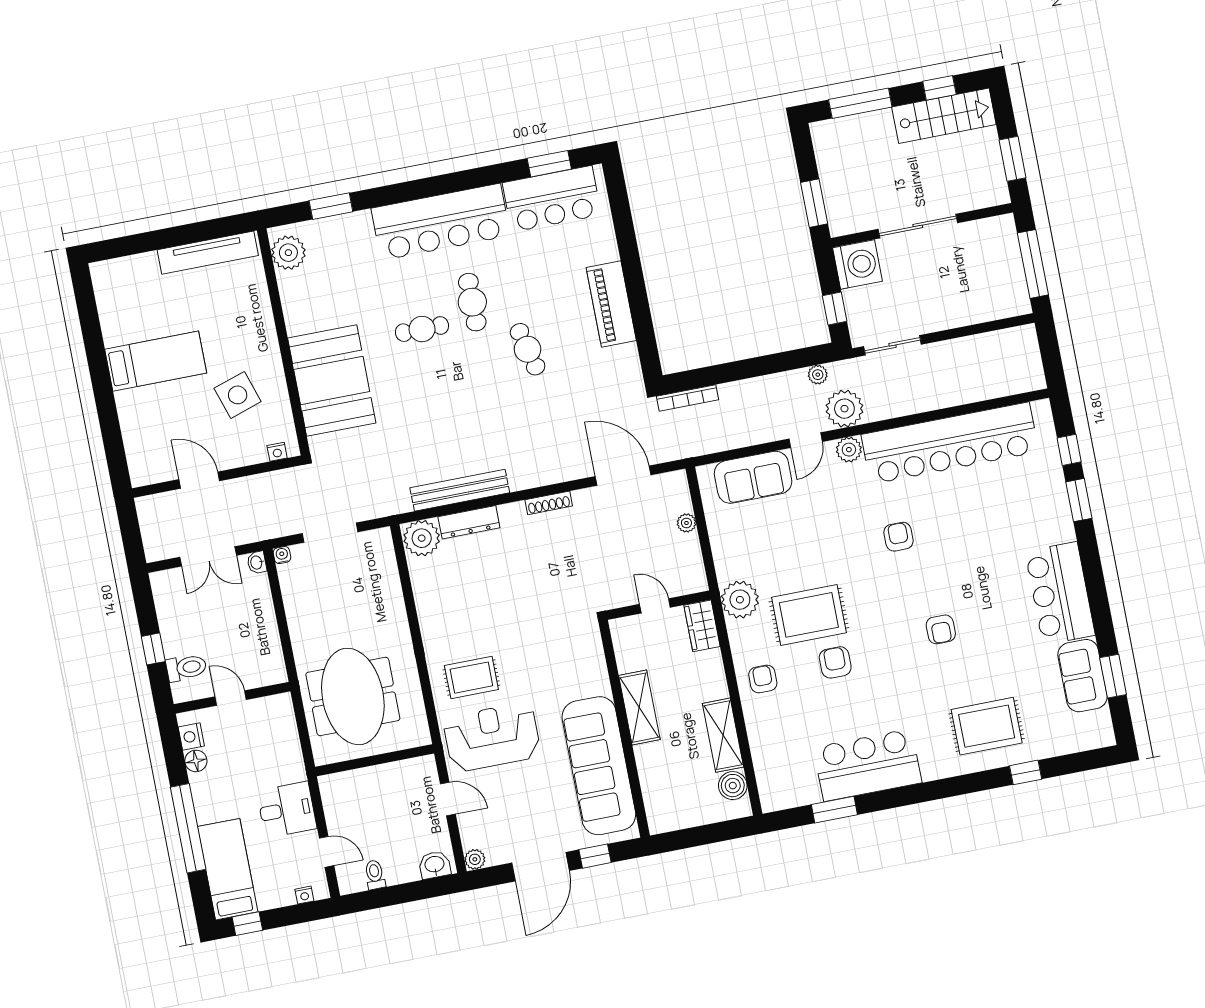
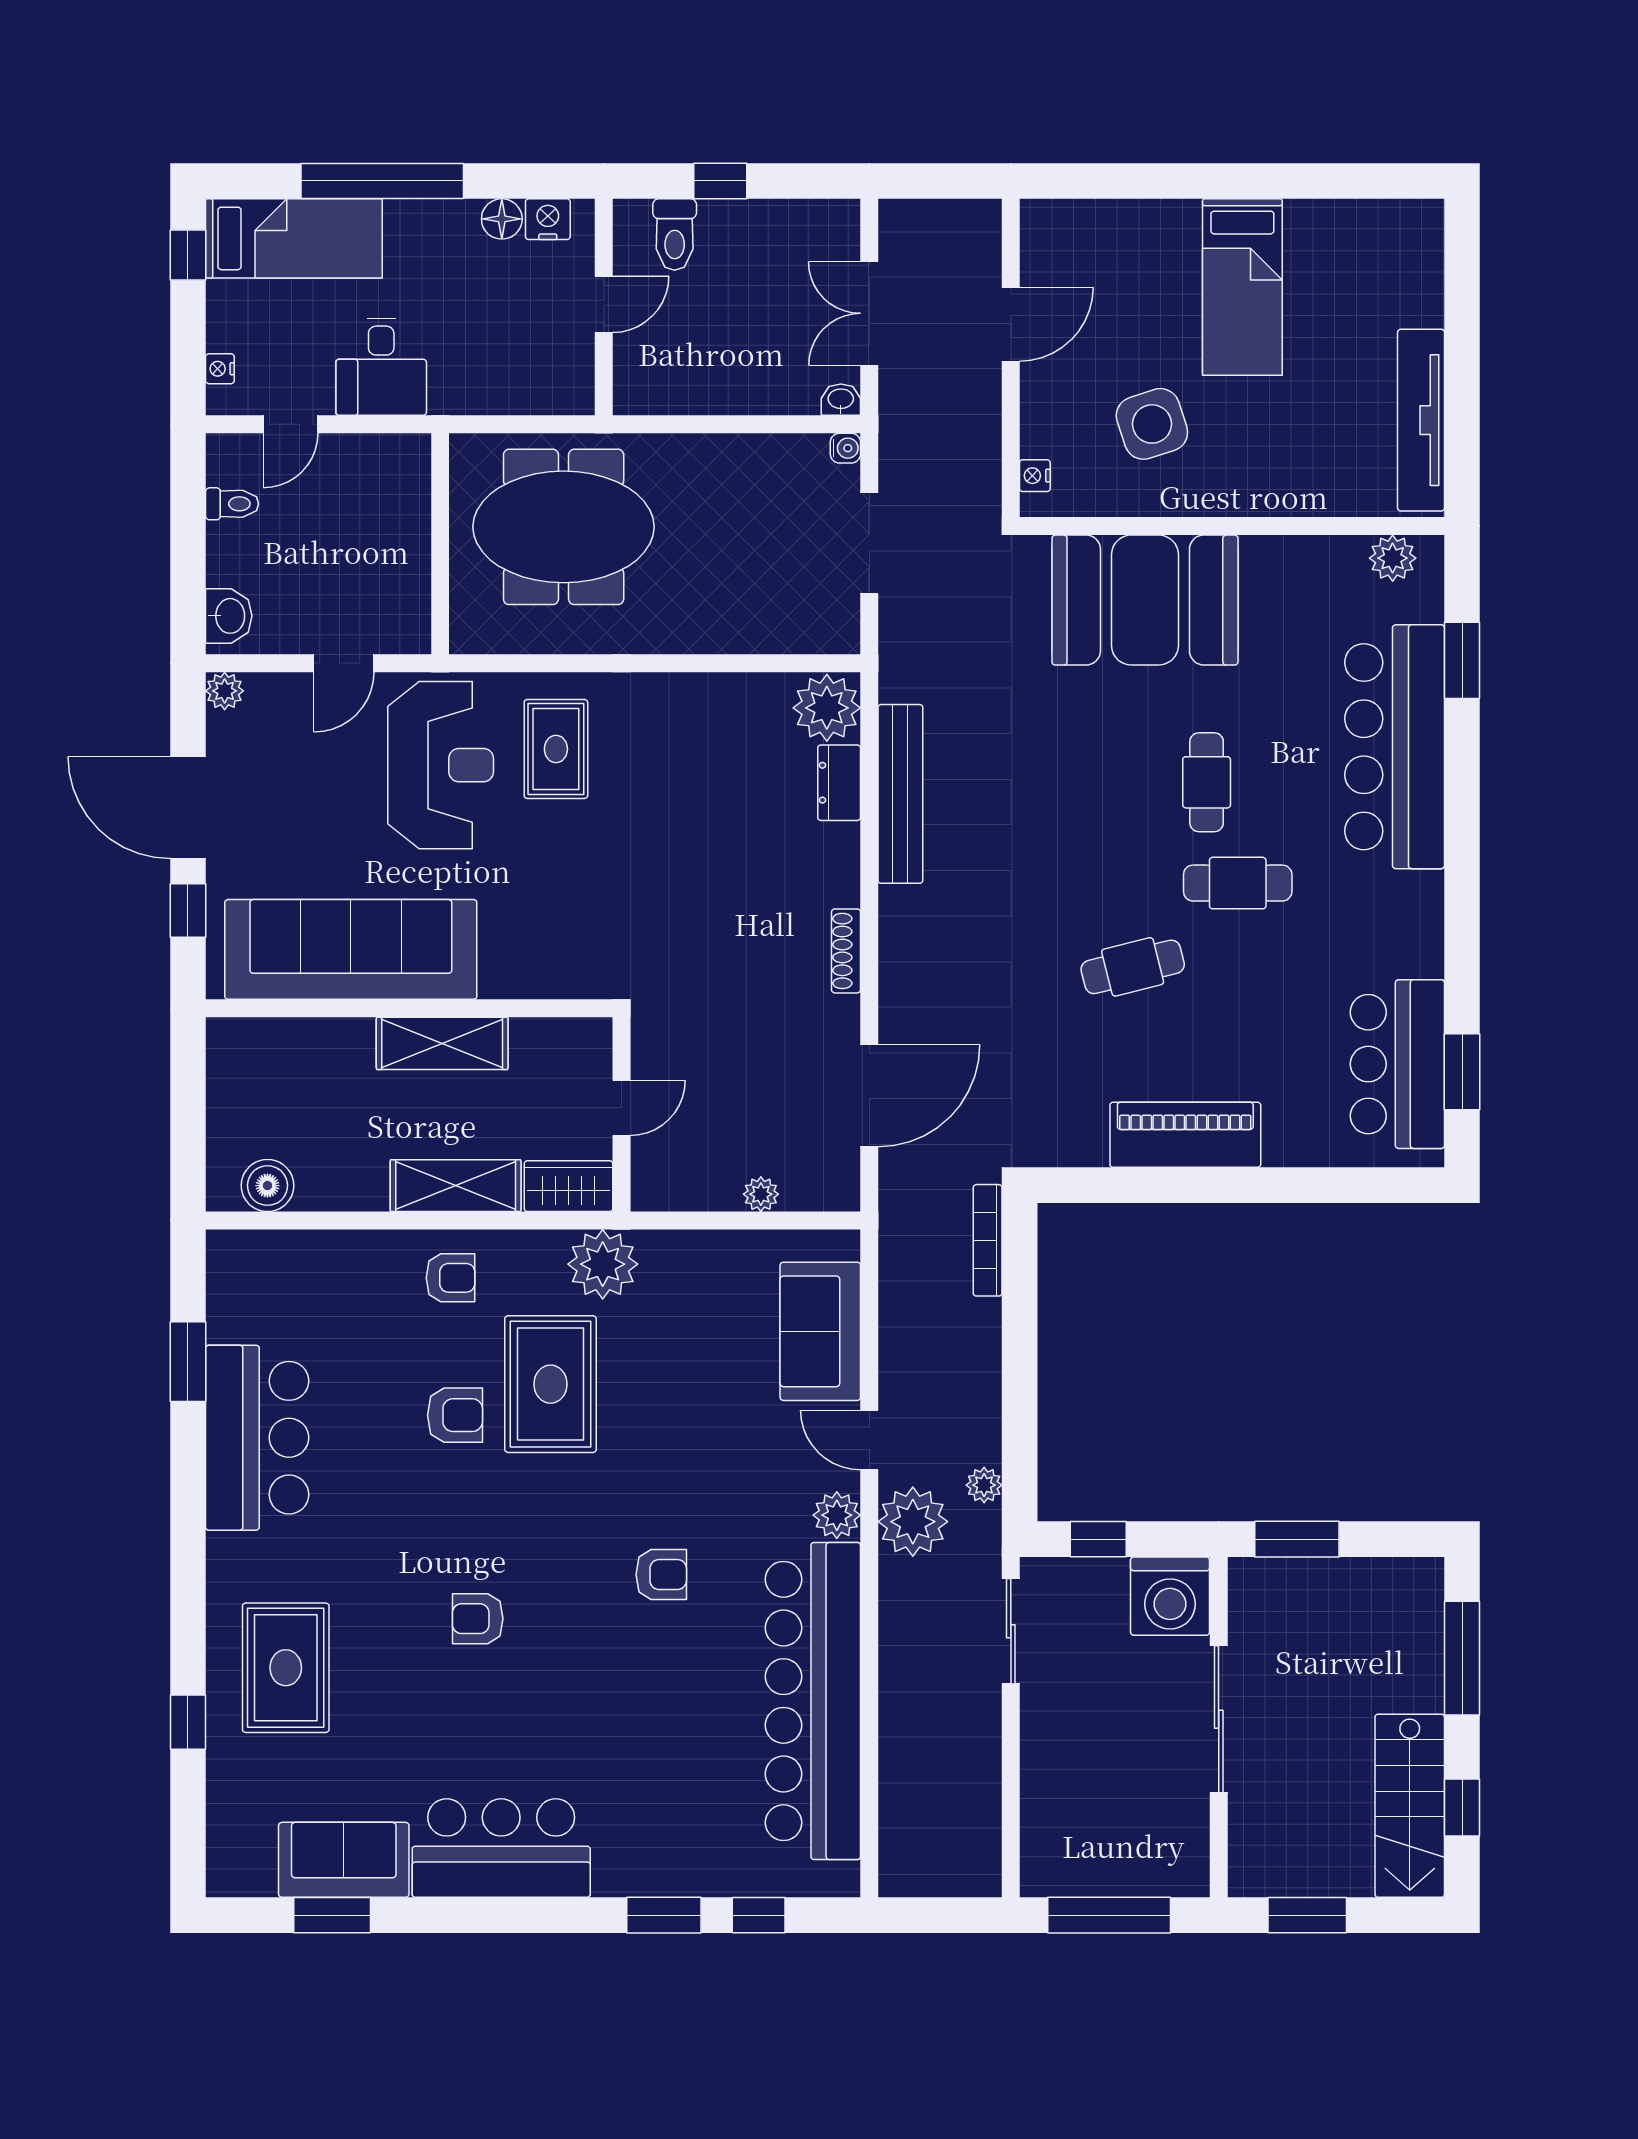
bar counter: (441, 222) -> (1395, 747), moved
plant: (288, 253) -> (1393, 558), width x0.73, depth x0.73
dresser: (469, 522) -> (839, 783), width x0.70
shelving: (723, 735) -> (456, 1186), moved

